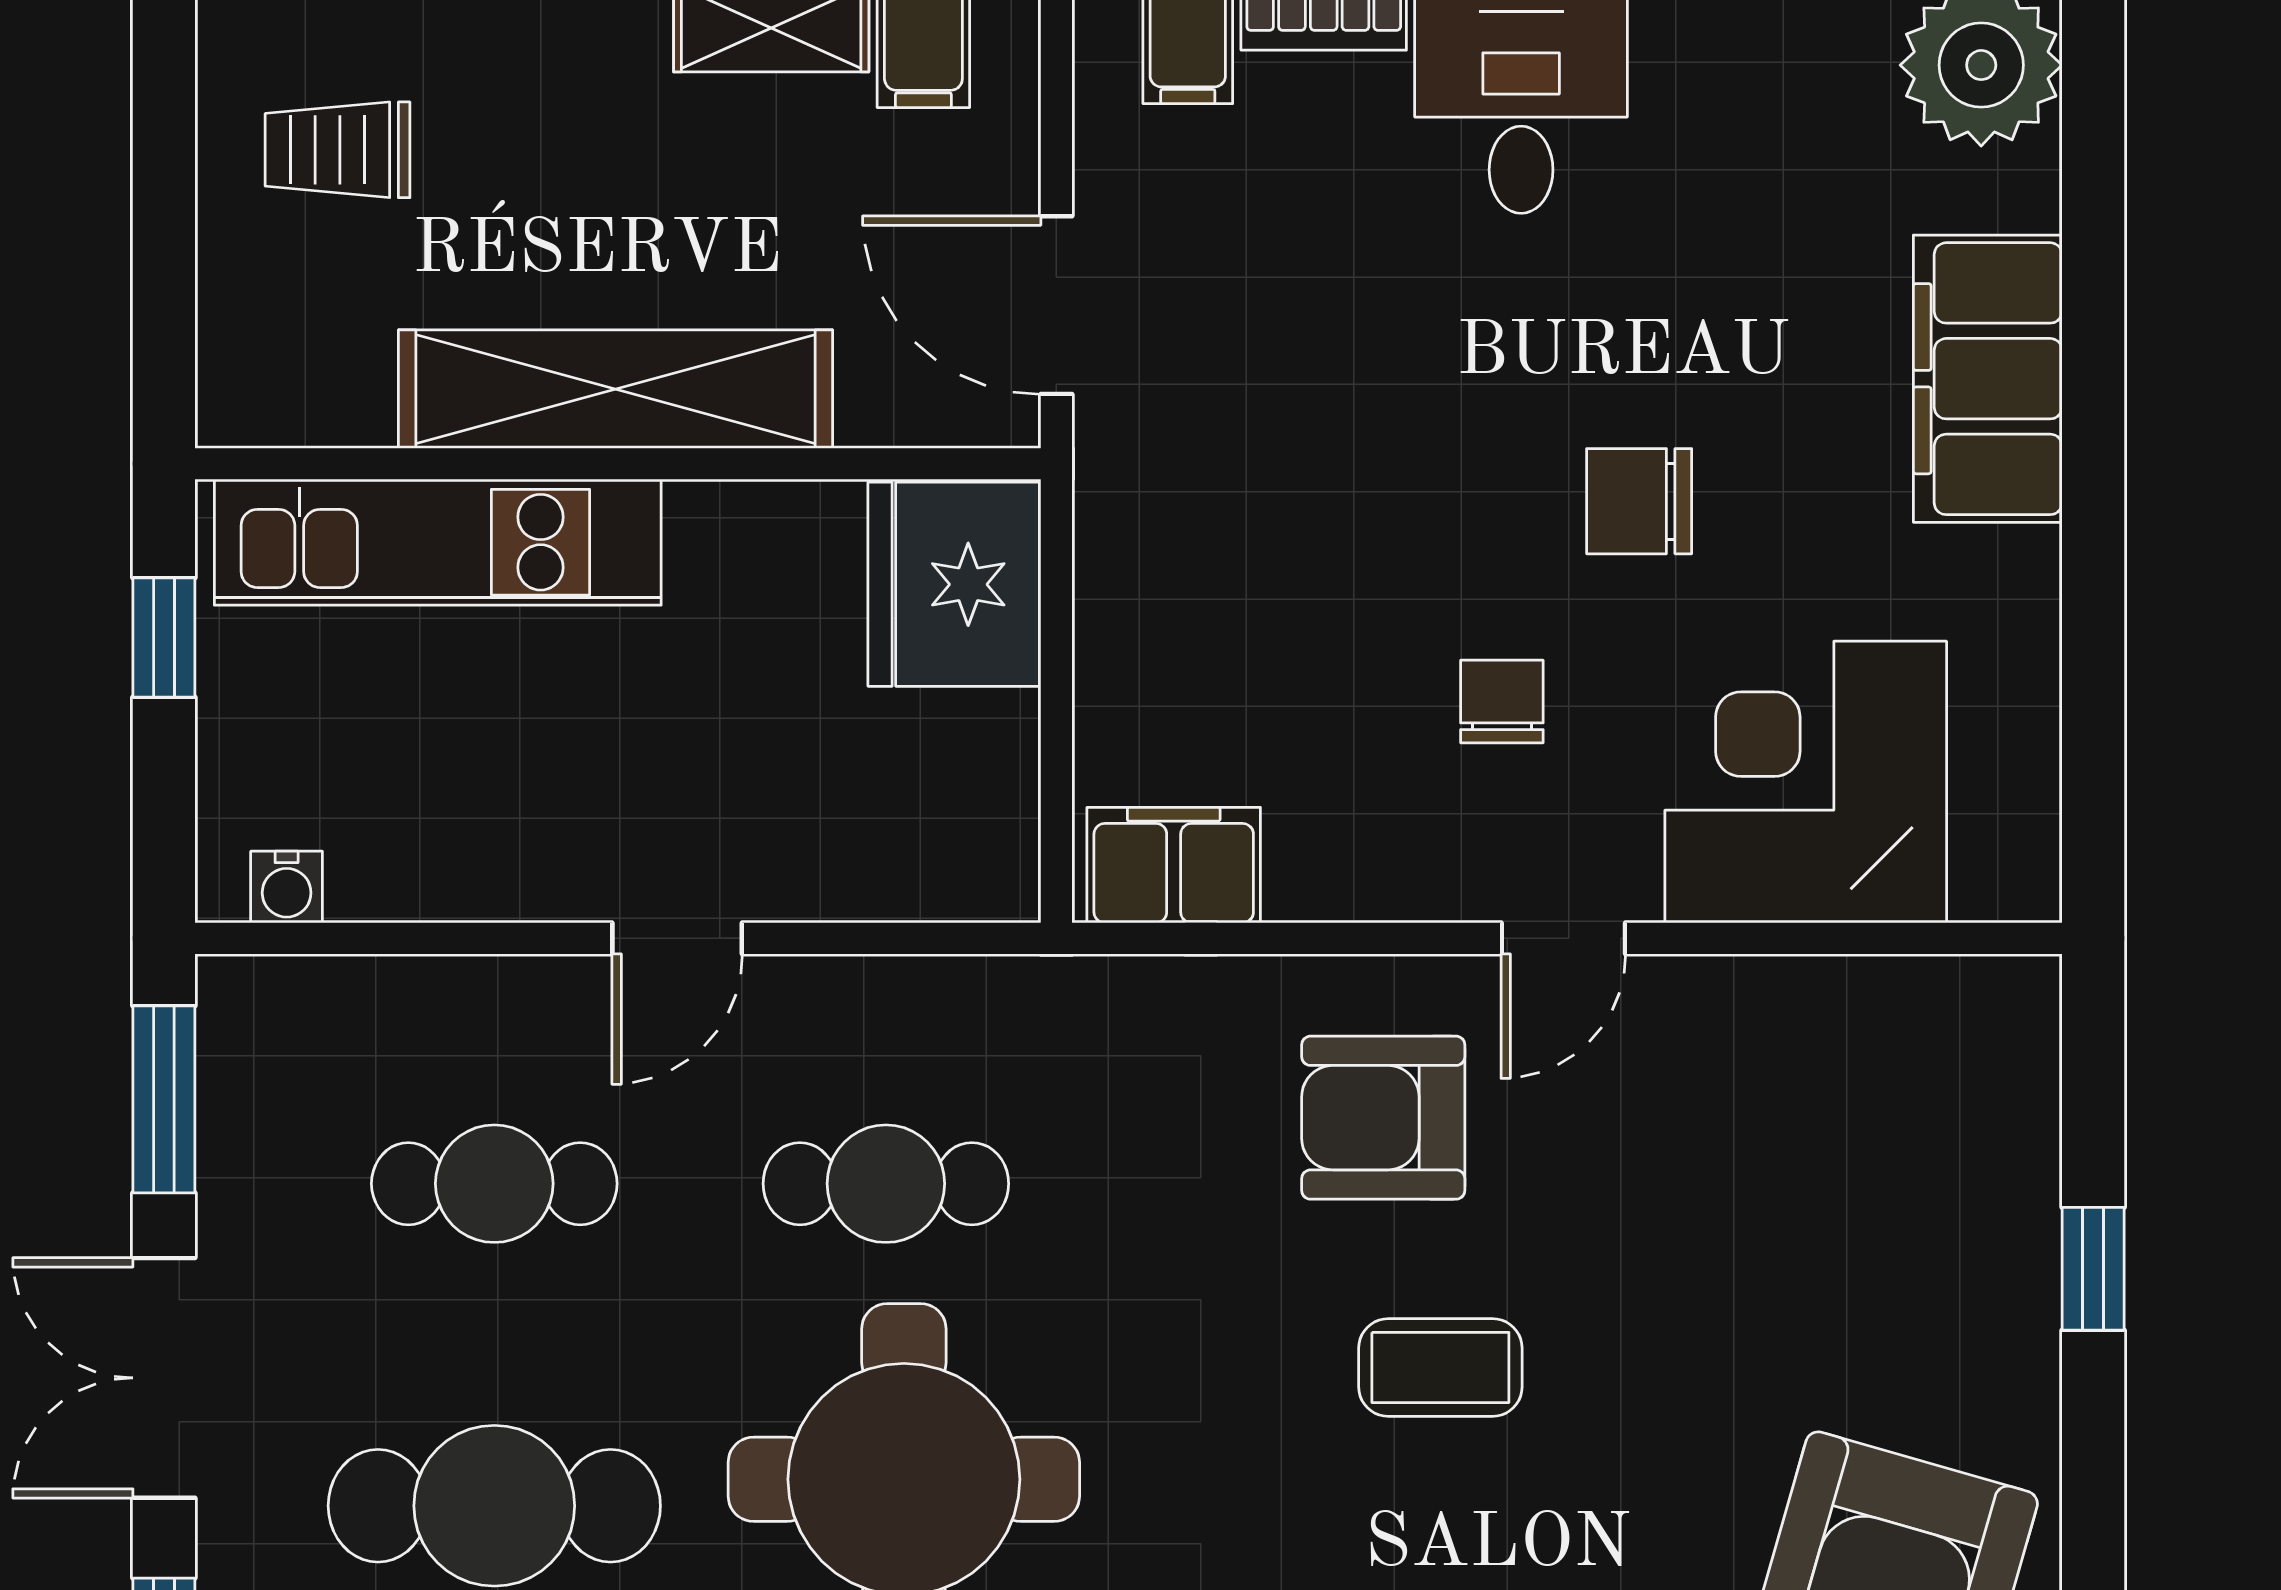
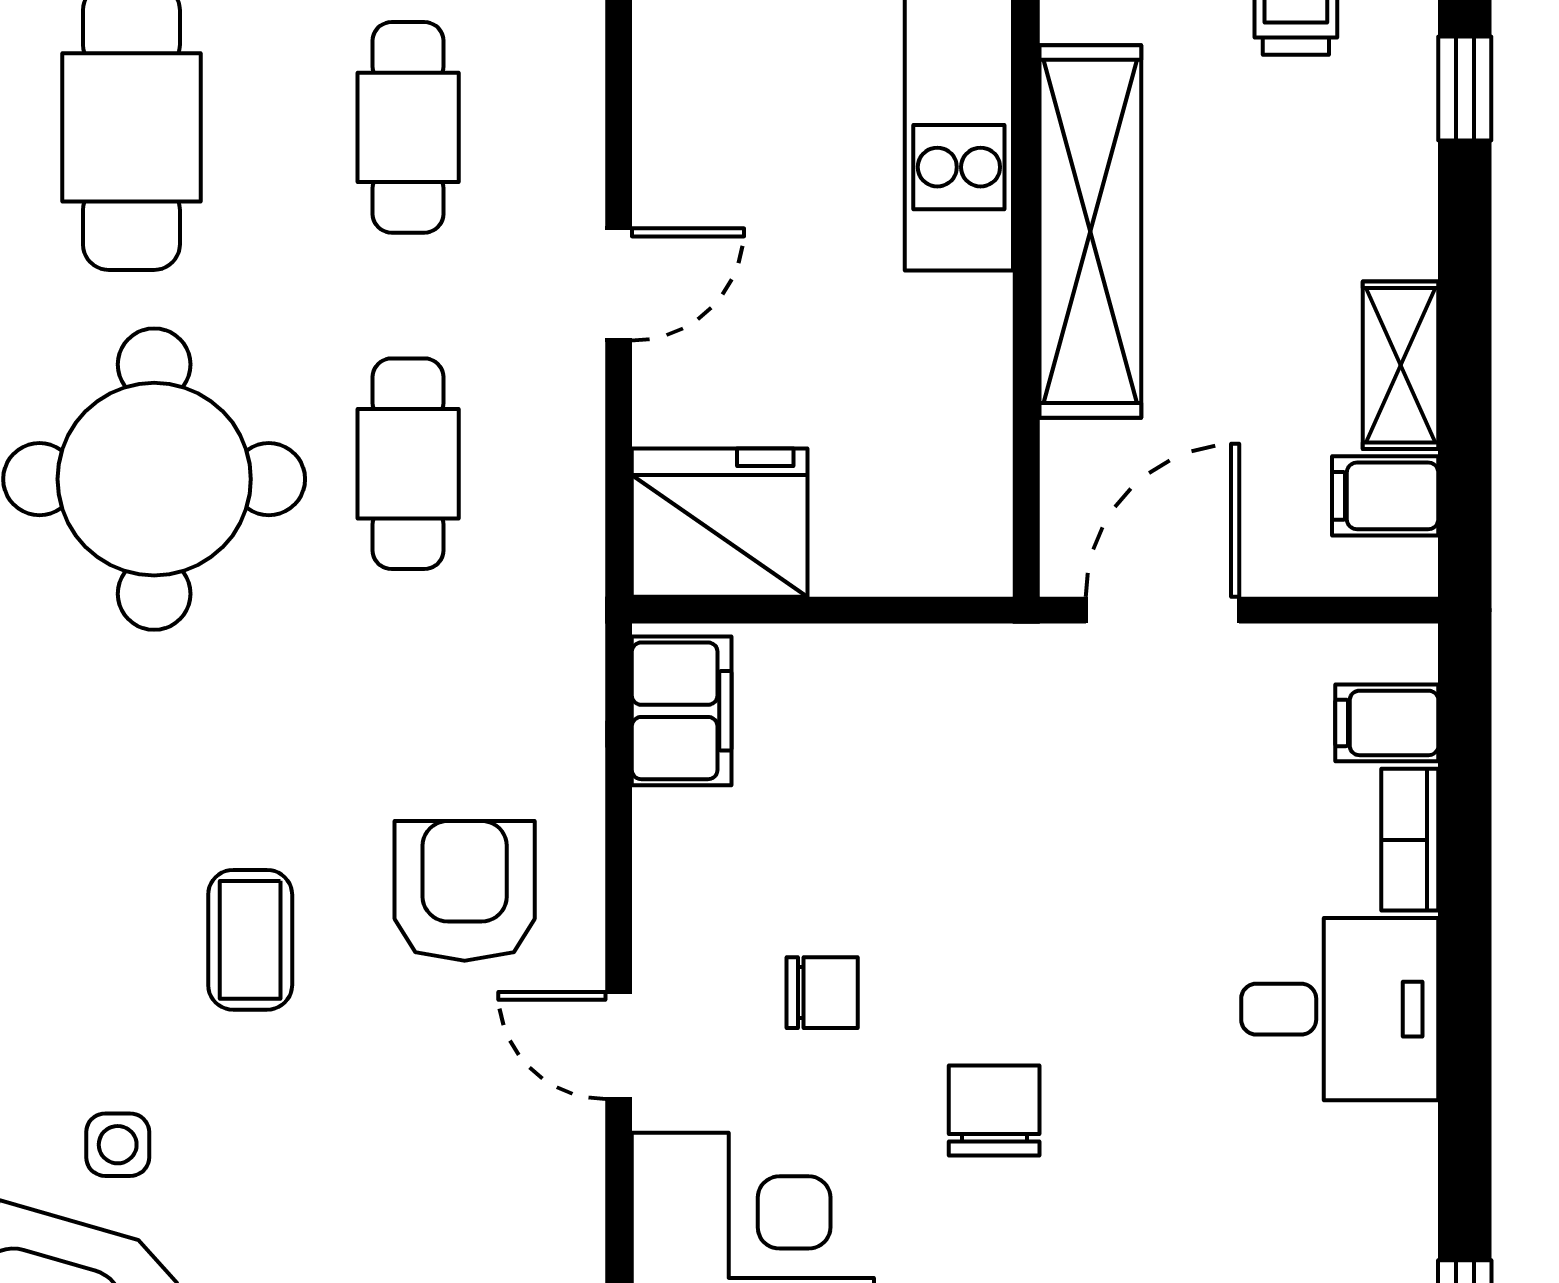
fridge: (954, 584) -> (720, 523), moved
door: (677, 938) -> (619, 284), swing flipped
side table: (1679, 1522) -> (118, 1145), added

